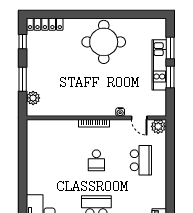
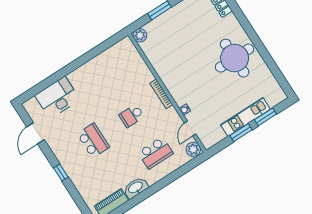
plant: (33, 98) -> (140, 35), moved
washbasin: (159, 196) -> (136, 188), added

